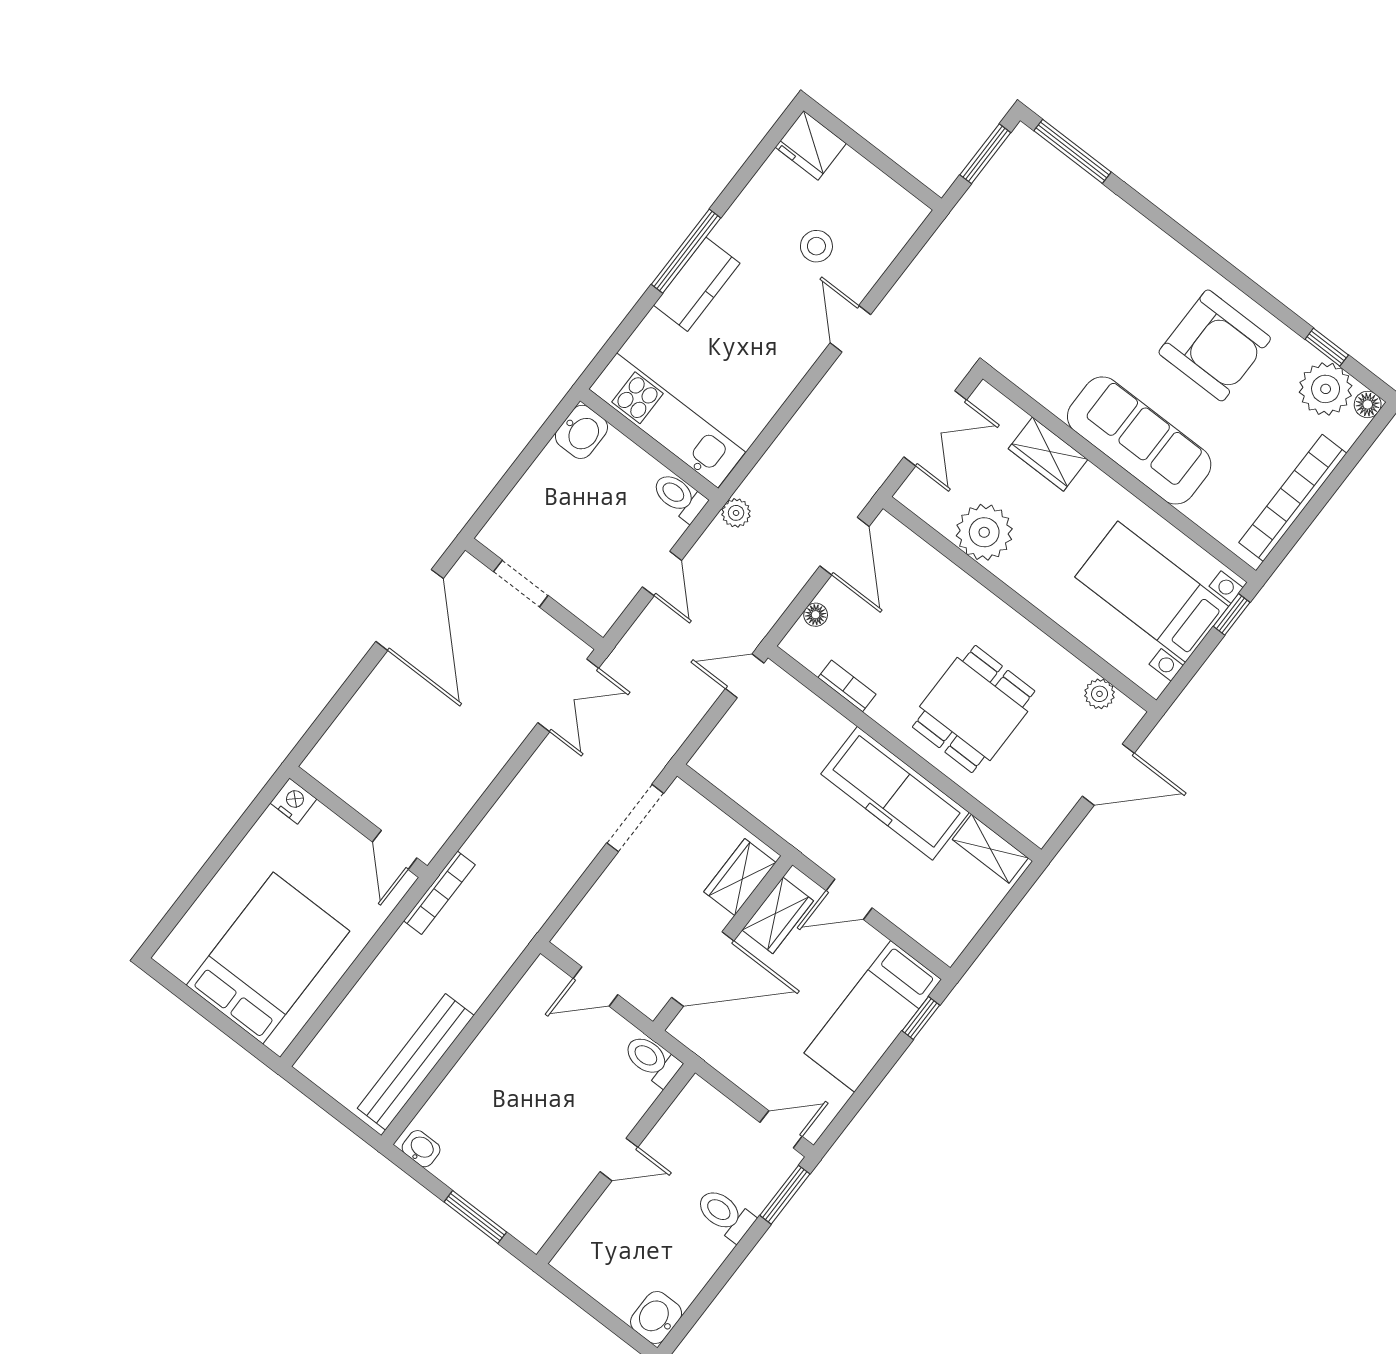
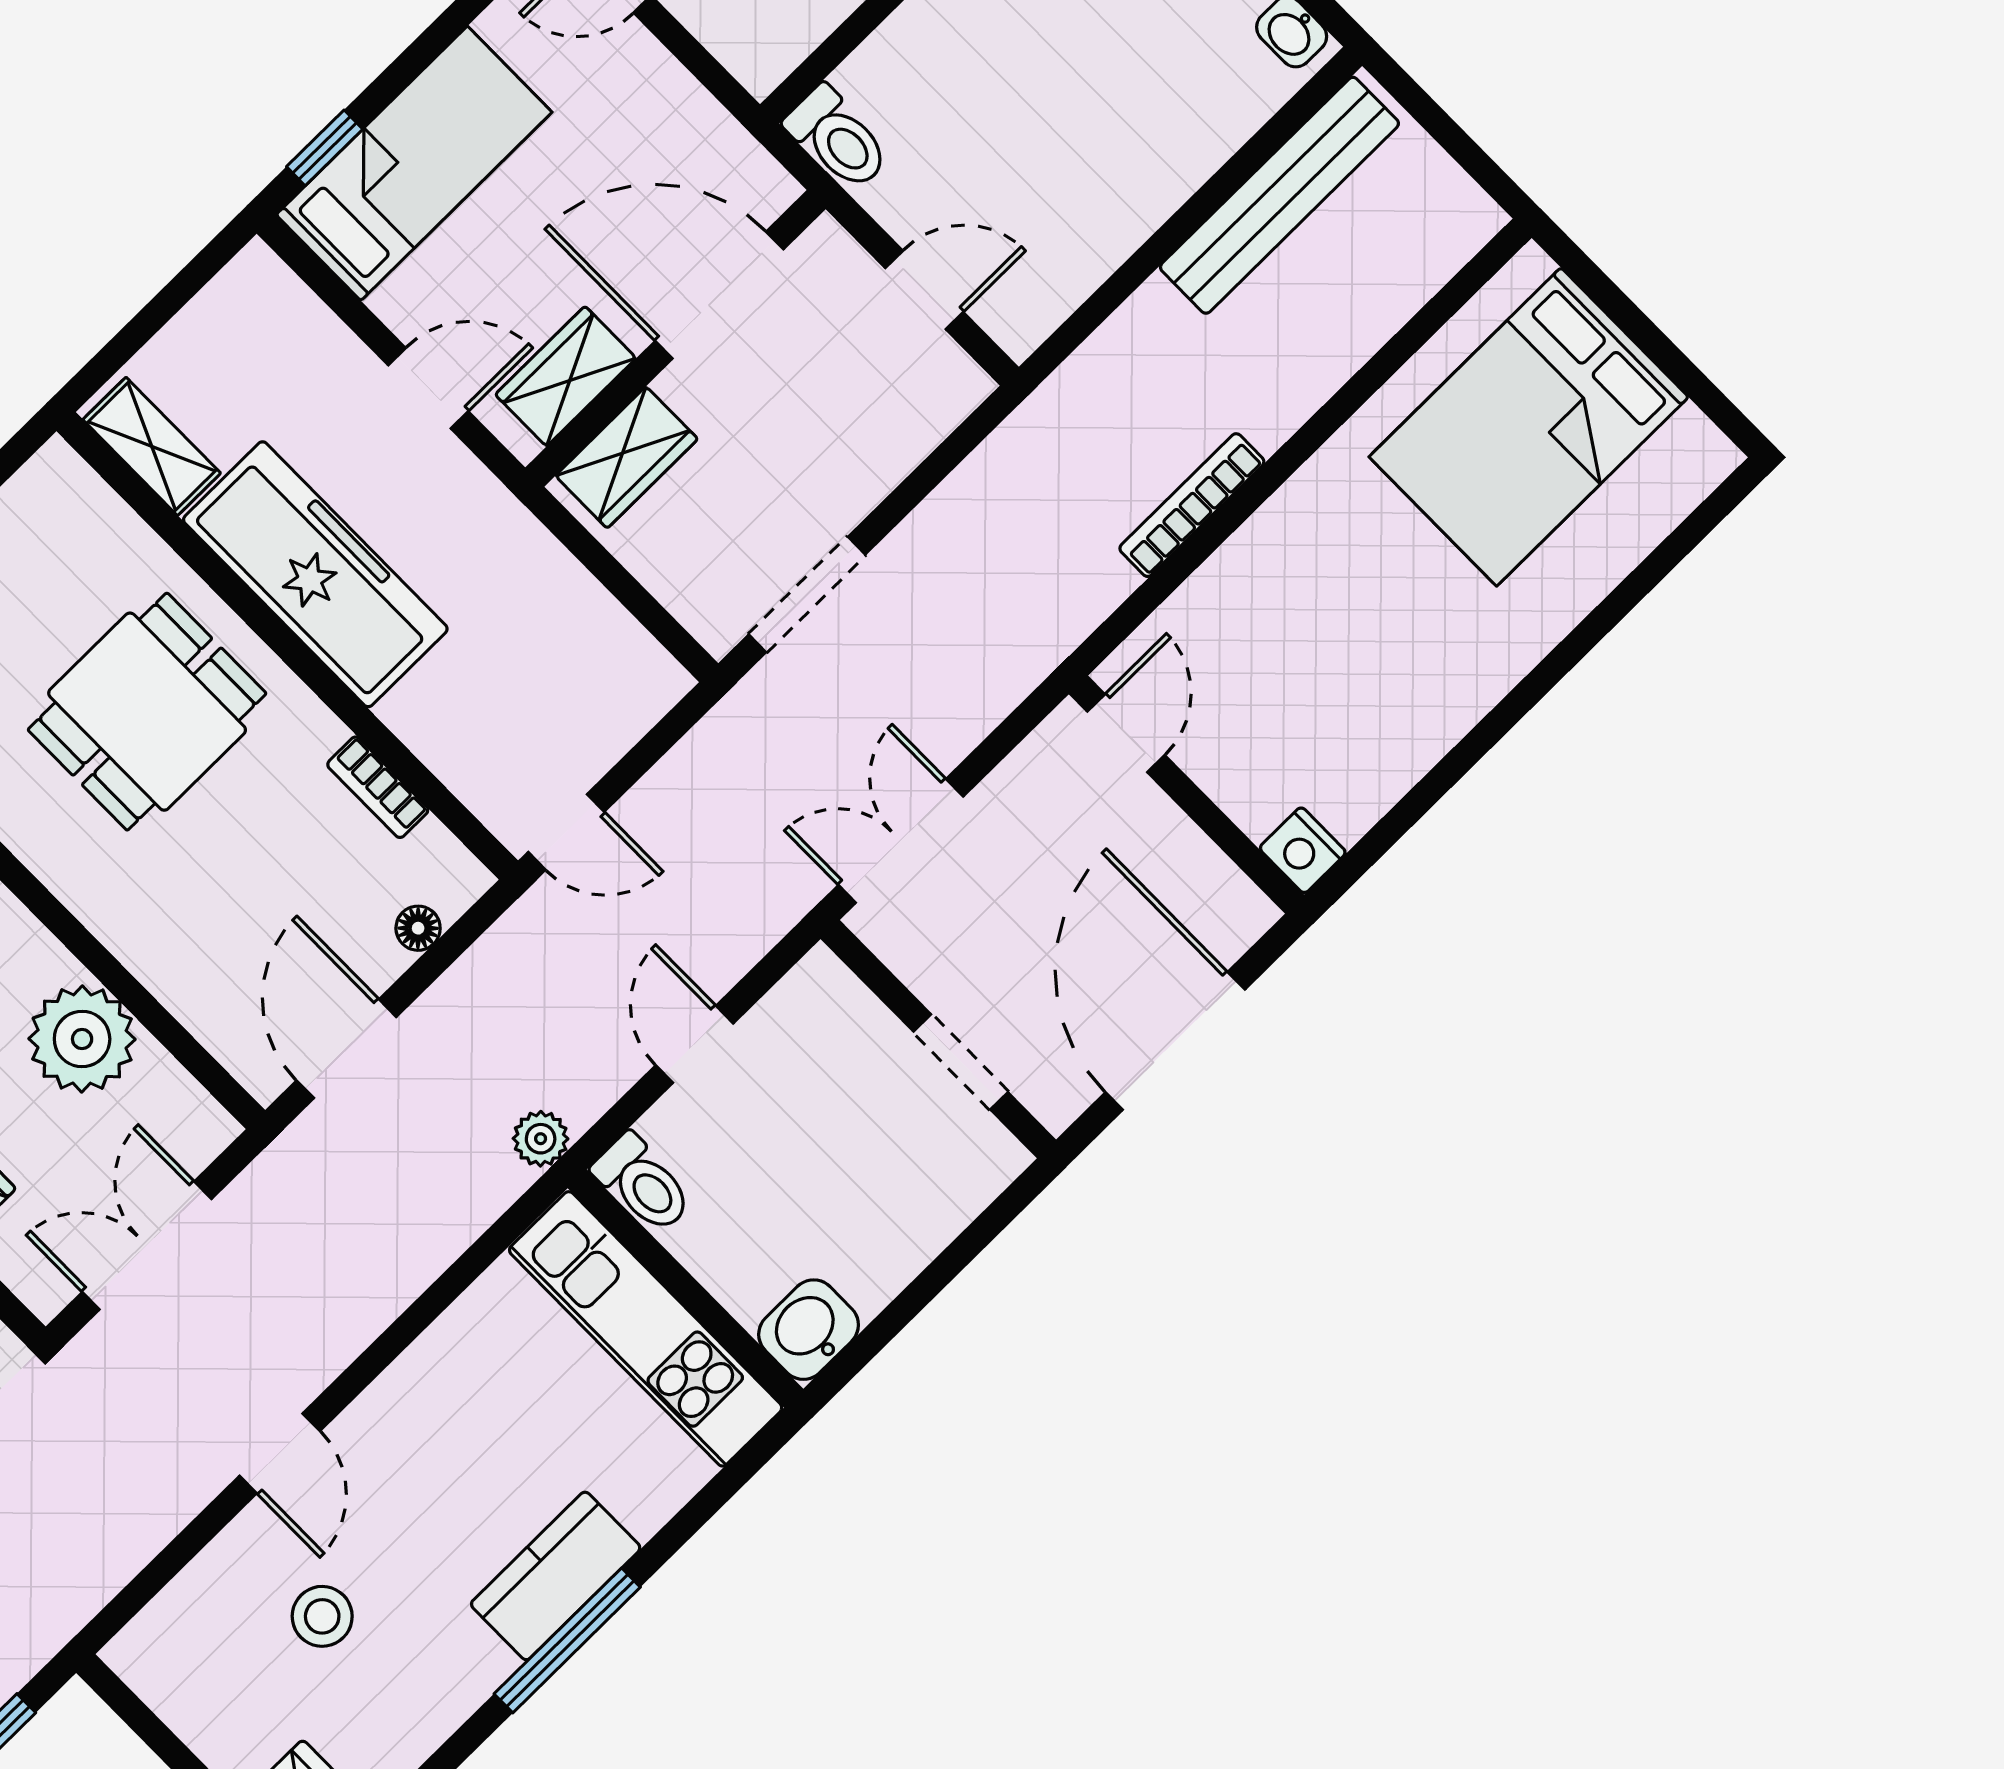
nightstand: (293, 801) -> (1303, 850), moved
wall: (359, 822) -> (1186, 794), moved
door: (395, 850) -> (1126, 733), moved

